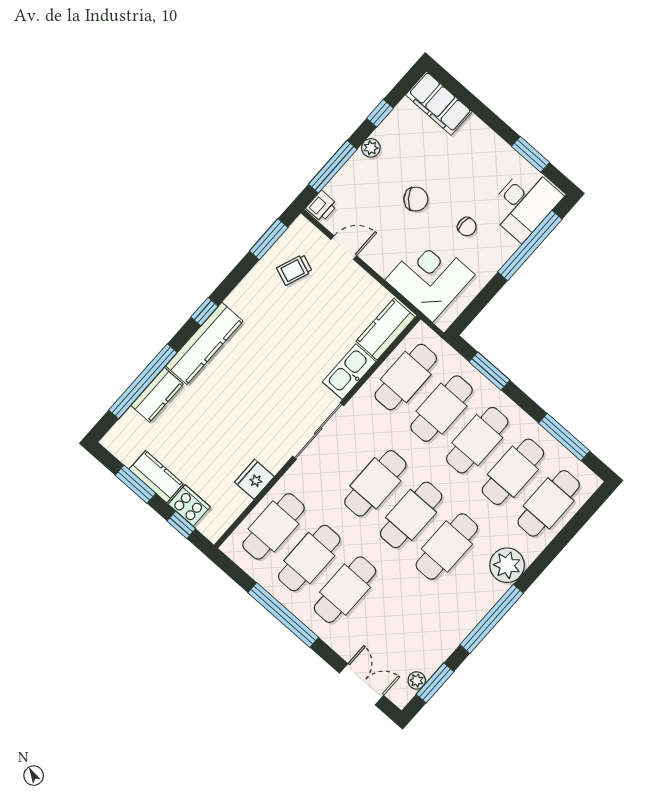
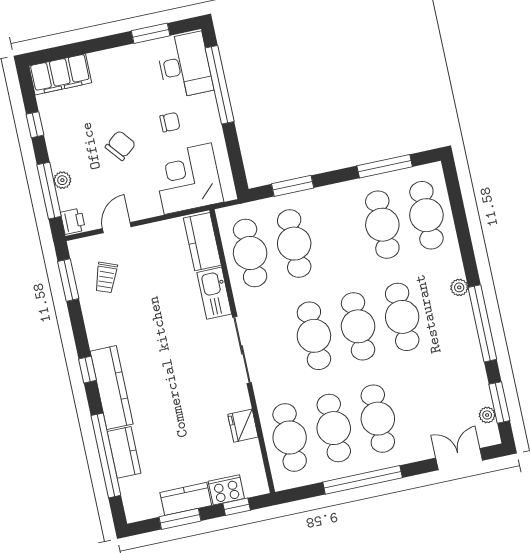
plant: (371, 148) -> (62, 180), moved
cafe table: (477, 440) -> (338, 234), removed
plant: (507, 565) -> (459, 287), width x0.53, depth x0.53

